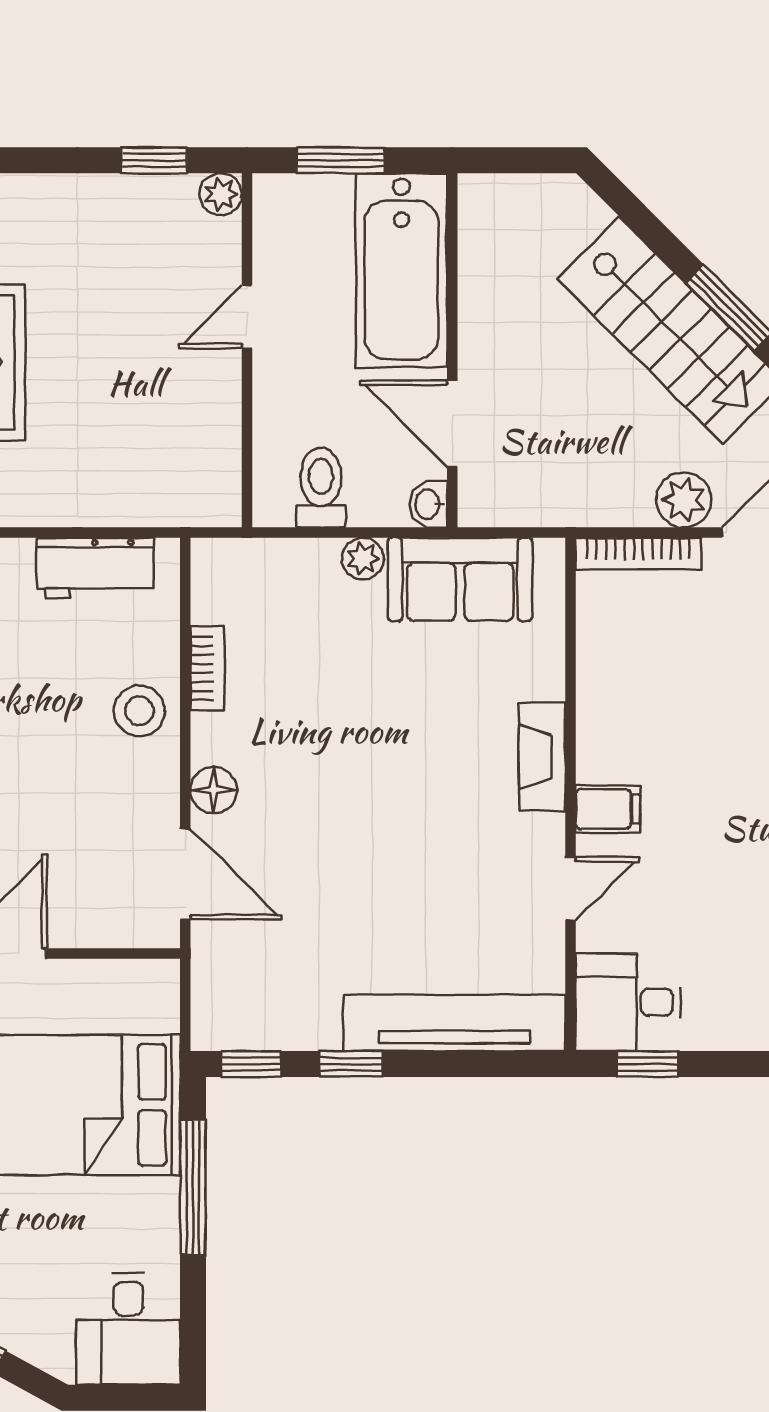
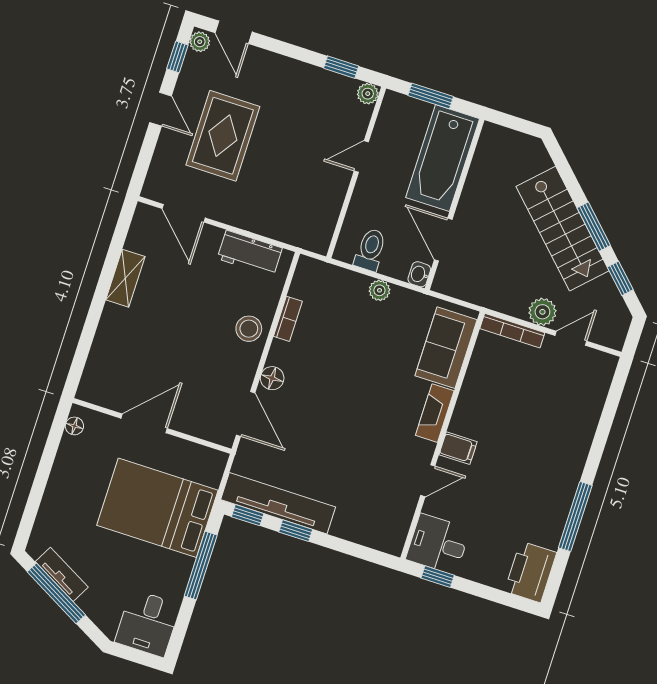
sofa: (460, 579) -> (446, 348), moved, turned 90
tv unit: (454, 1023) -> (278, 503), moved

